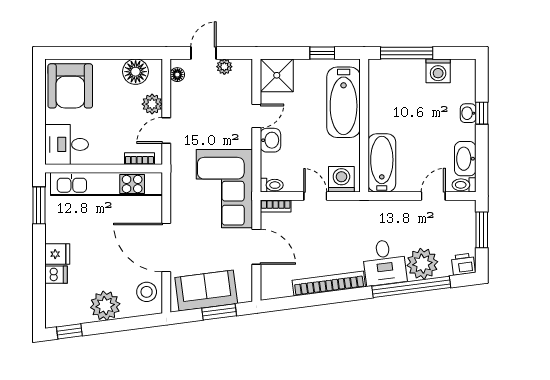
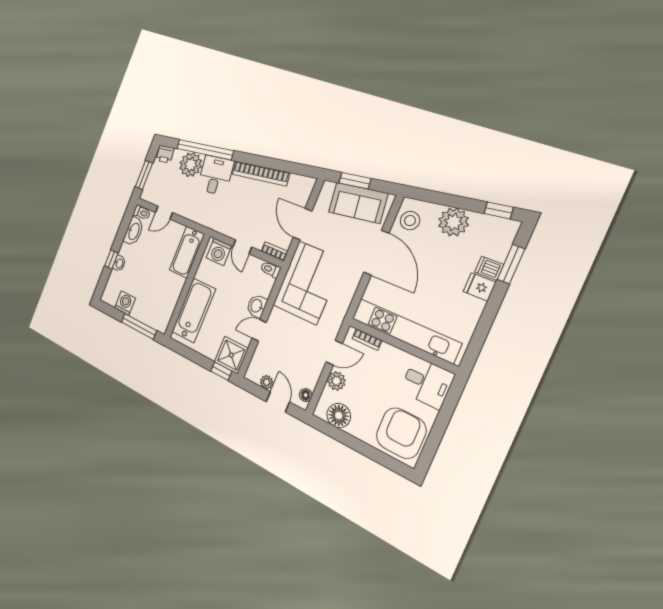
door: (204, 53) -> (278, 402), swing flipped
window: (322, 53) -> (221, 371), moved
window: (39, 205) -> (511, 264), moved

